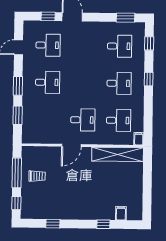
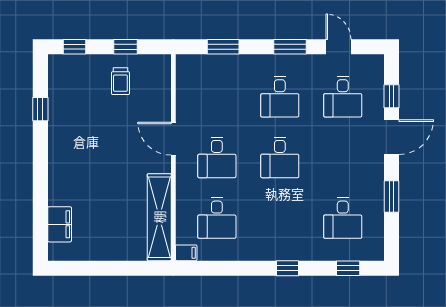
window: (125, 18) -> (391, 197), moved
desk: (119, 83) -> (280, 157), moved
window: (18, 86) -> (290, 47), moved
window: (17, 173) -> (126, 47), width x0.46
filing cabinet: (121, 213) -> (60, 224), width x2.00
window: (103, 224) -> (40, 195), removed

